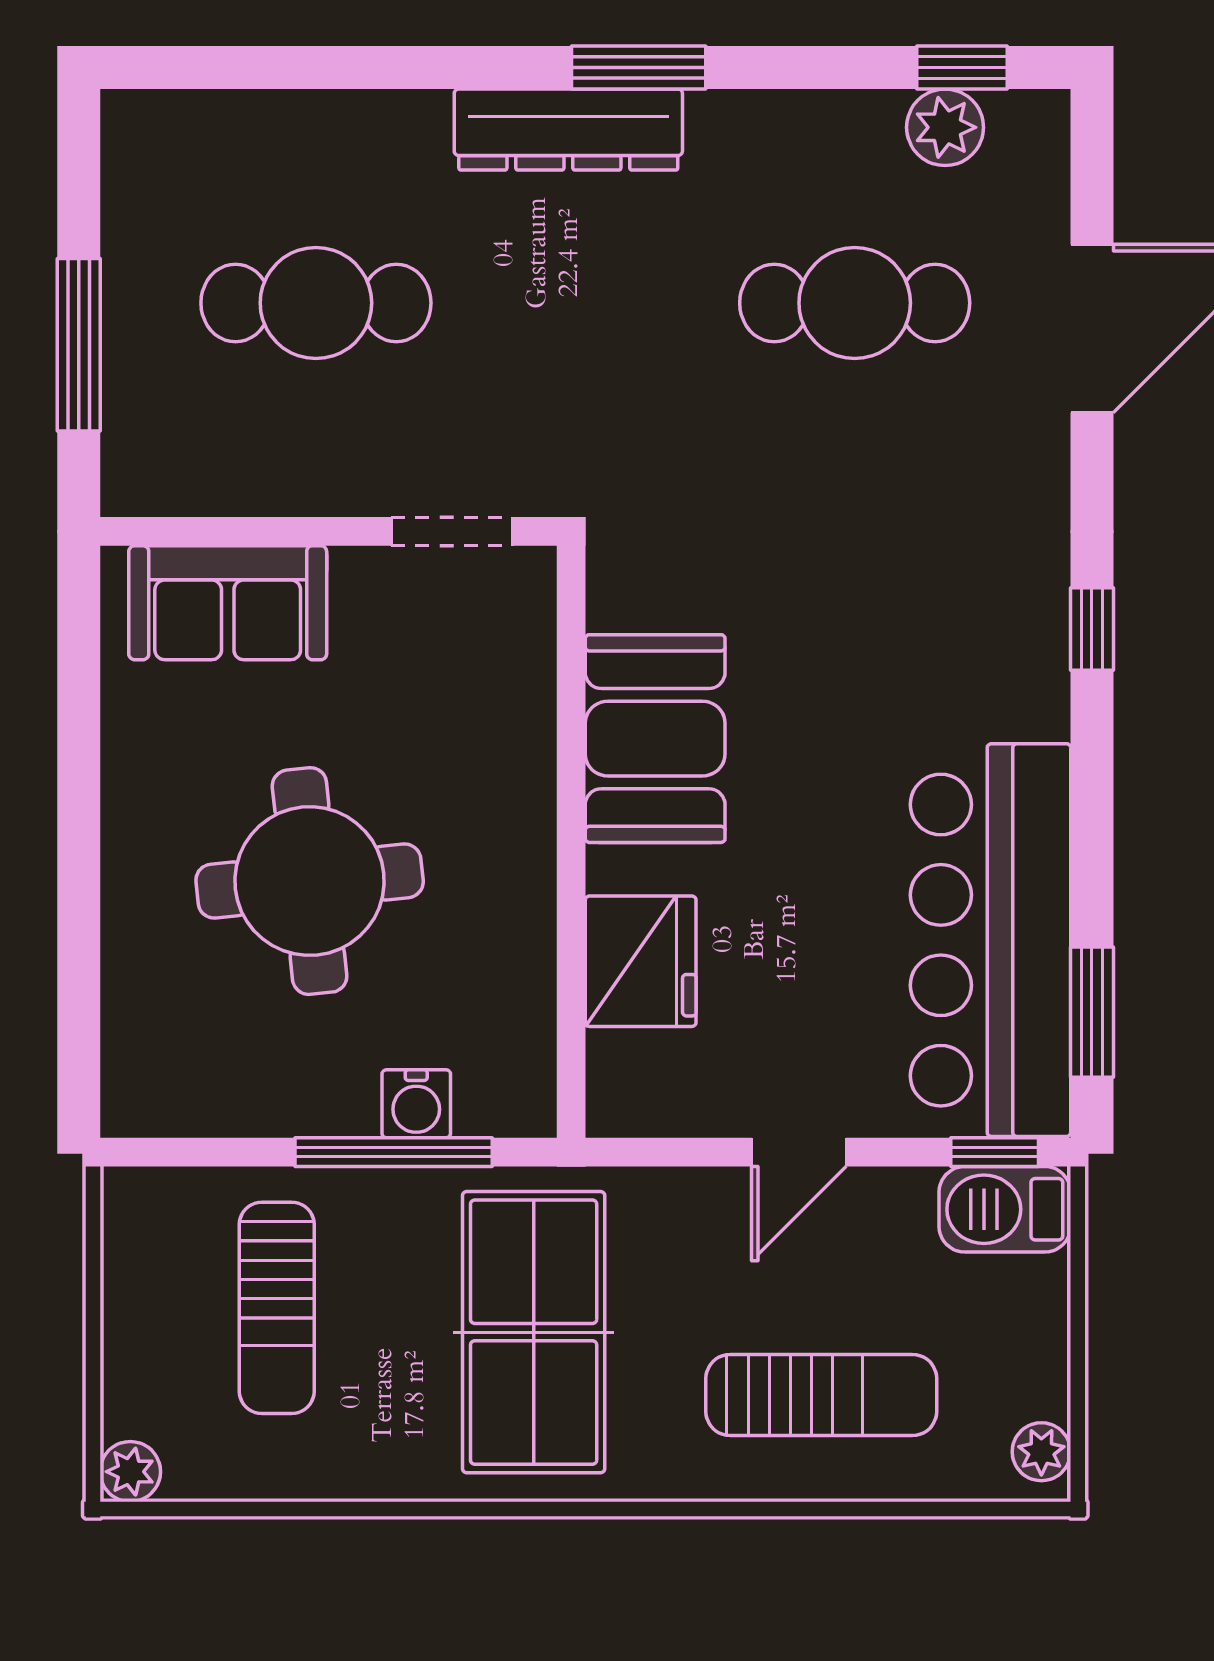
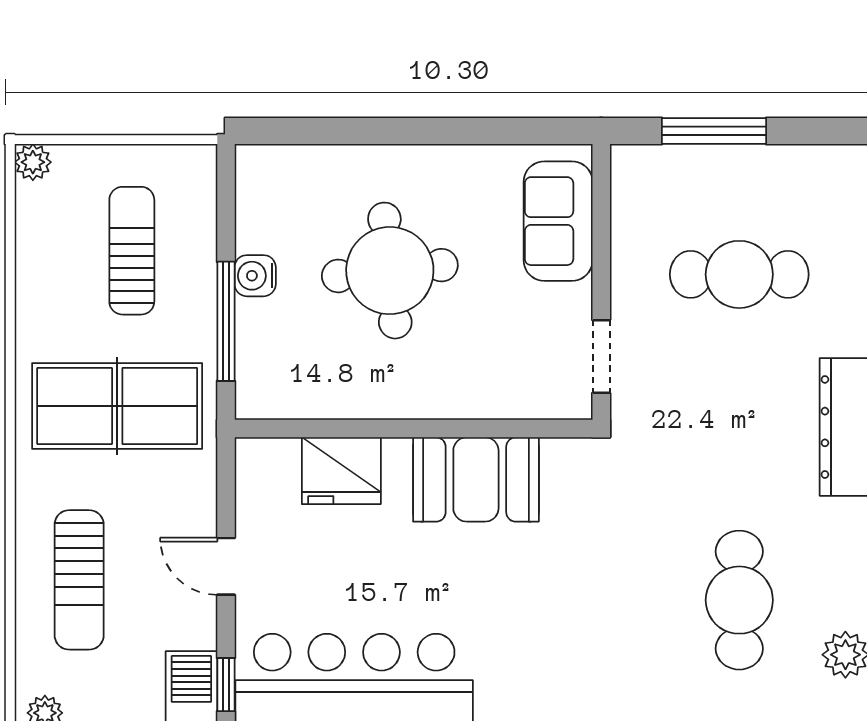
cafe table: (316, 303) -> (739, 274), turned 90
water cooler: (416, 1104) -> (255, 276), moved
sun lounger: (277, 1308) -> (132, 251), turned 90

